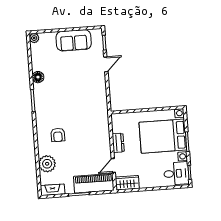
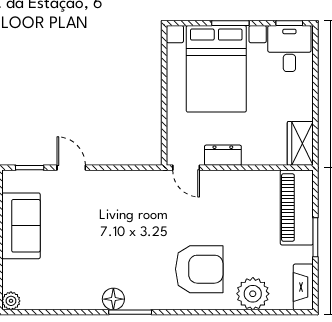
floor lamp: (38, 77) -> (113, 299), moved
armchair: (58, 135) -> (199, 269), width x1.88, depth x1.88
door: (113, 165) -> (186, 168), moved

